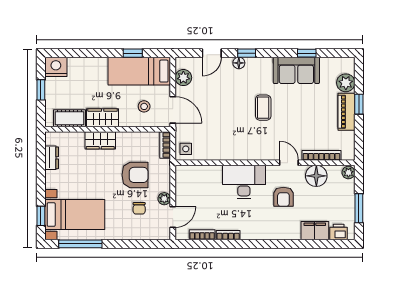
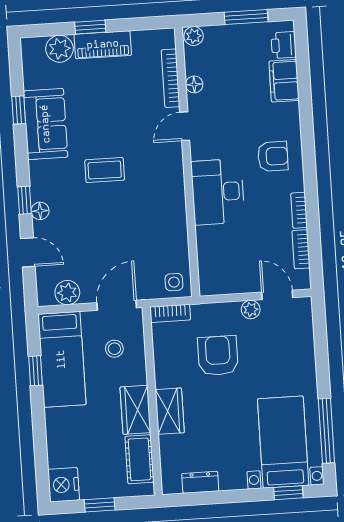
floor lamp: (316, 176) -> (194, 84), width x0.53, depth x0.53
armchair: (283, 197) -> (273, 156), moved
chair: (139, 208) -> (268, 346), removed

